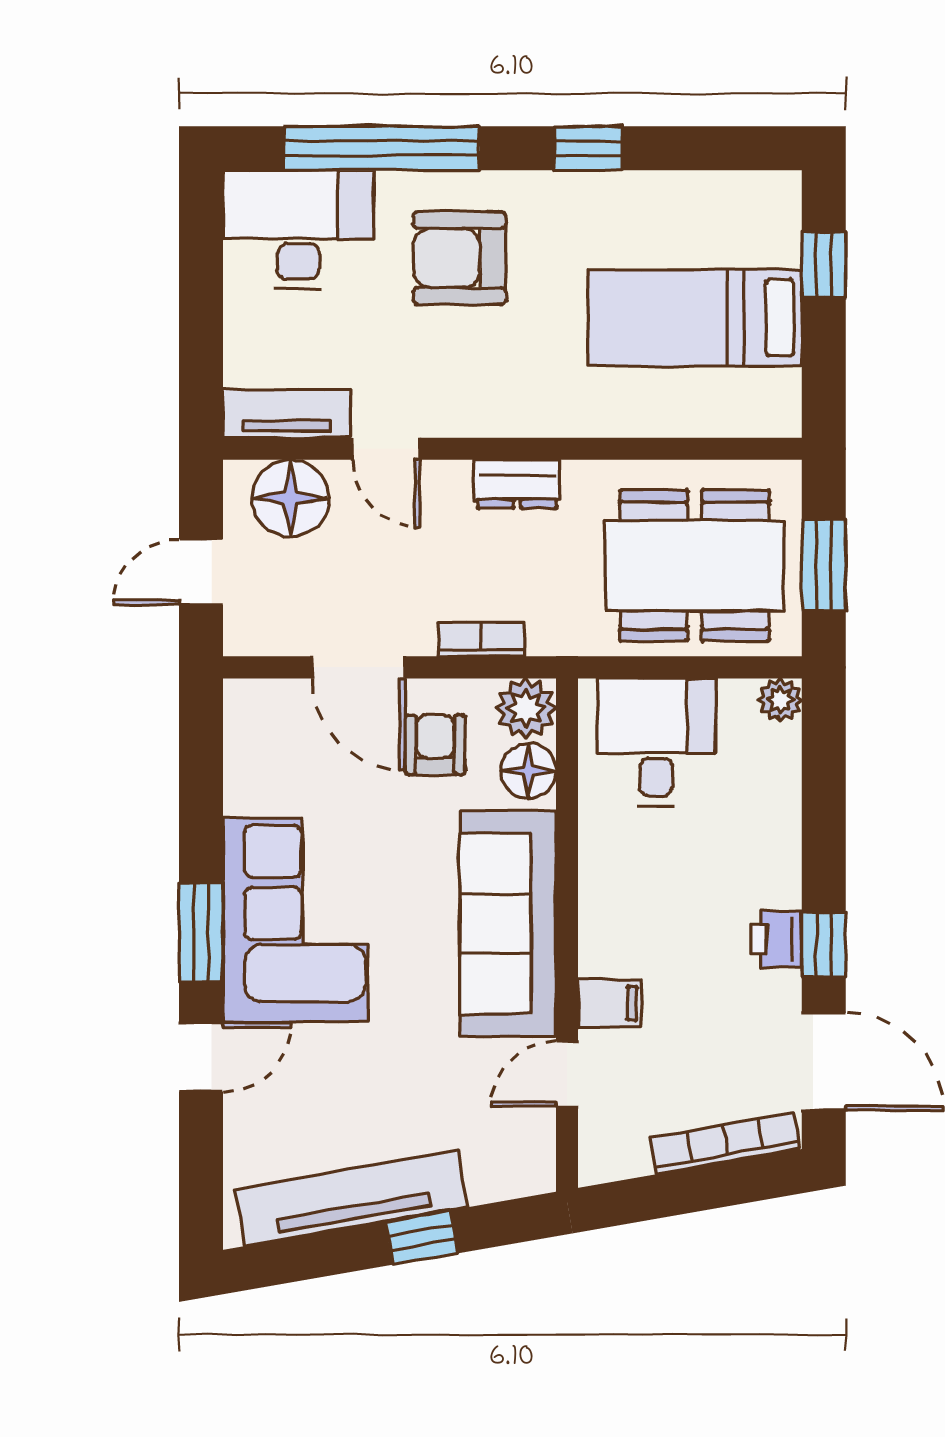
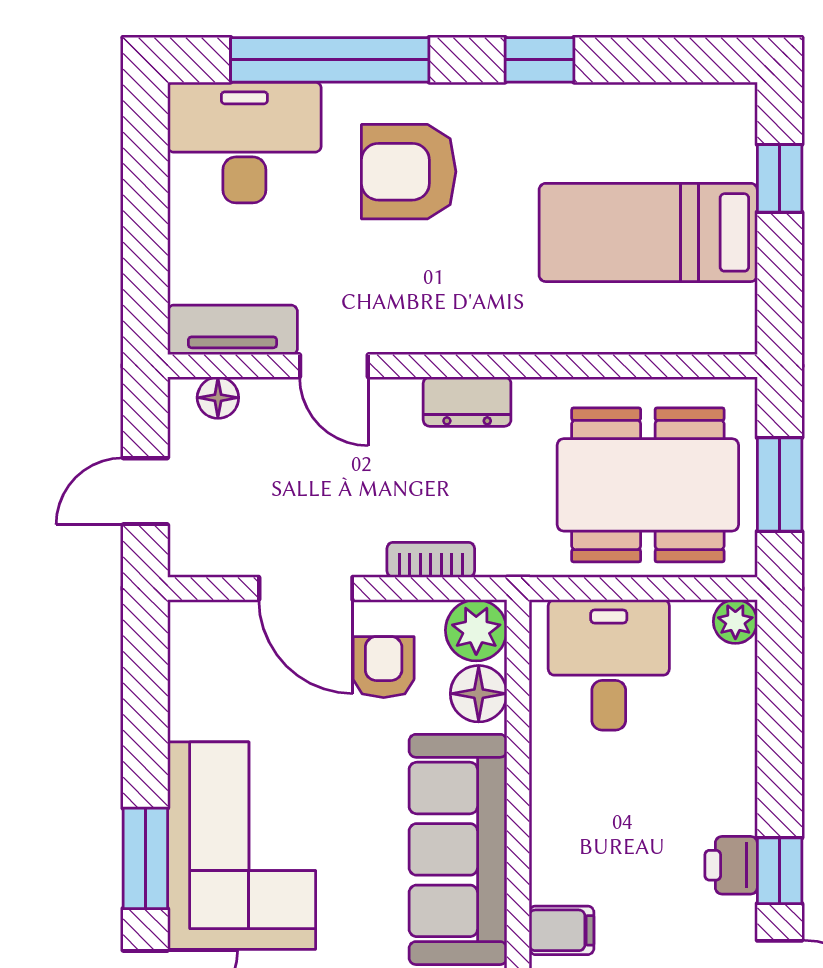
floor lamp: (290, 498) -> (218, 398), width x0.53, depth x0.53

